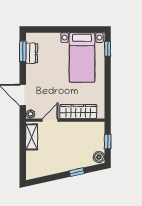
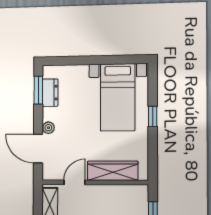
window: (108, 49) -> (153, 116), moved
plant: (30, 114) -> (48, 128), moved

